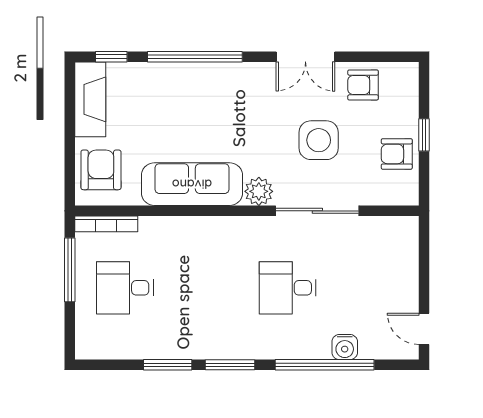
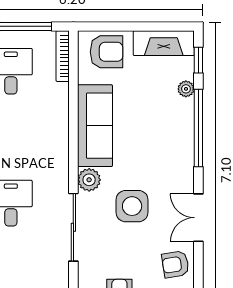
plant: (147, 72) -> (186, 89), added
armchair: (363, 85) -> (175, 264), turned -99
side table: (319, 140) -> (132, 206), moved

